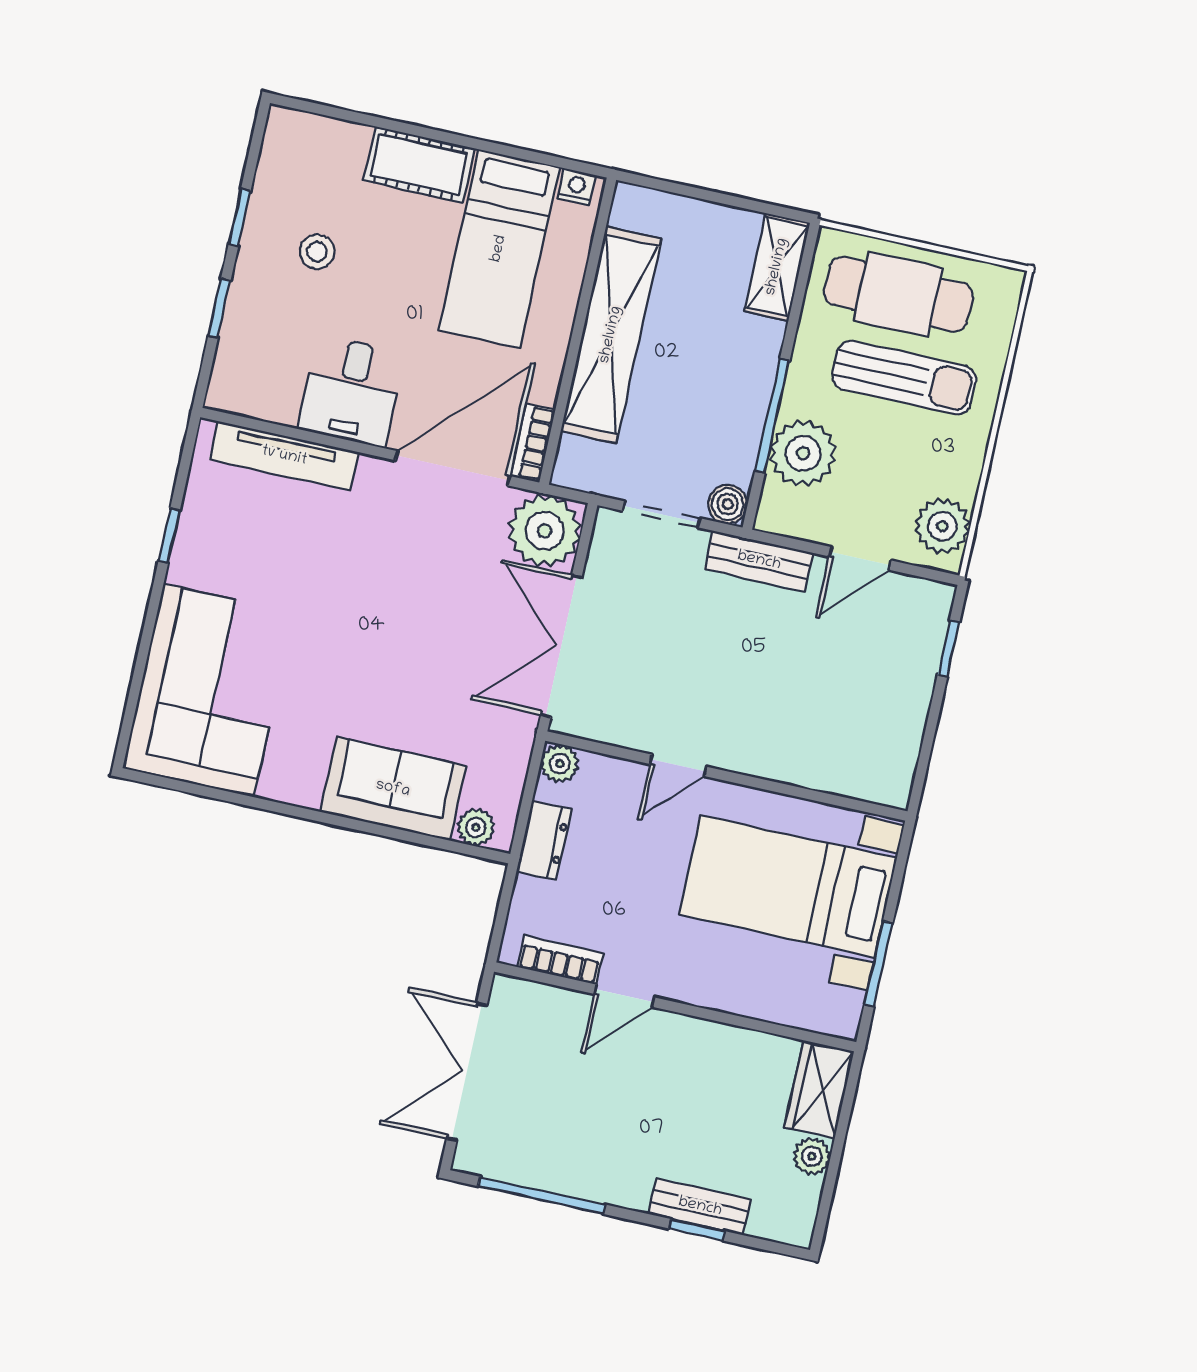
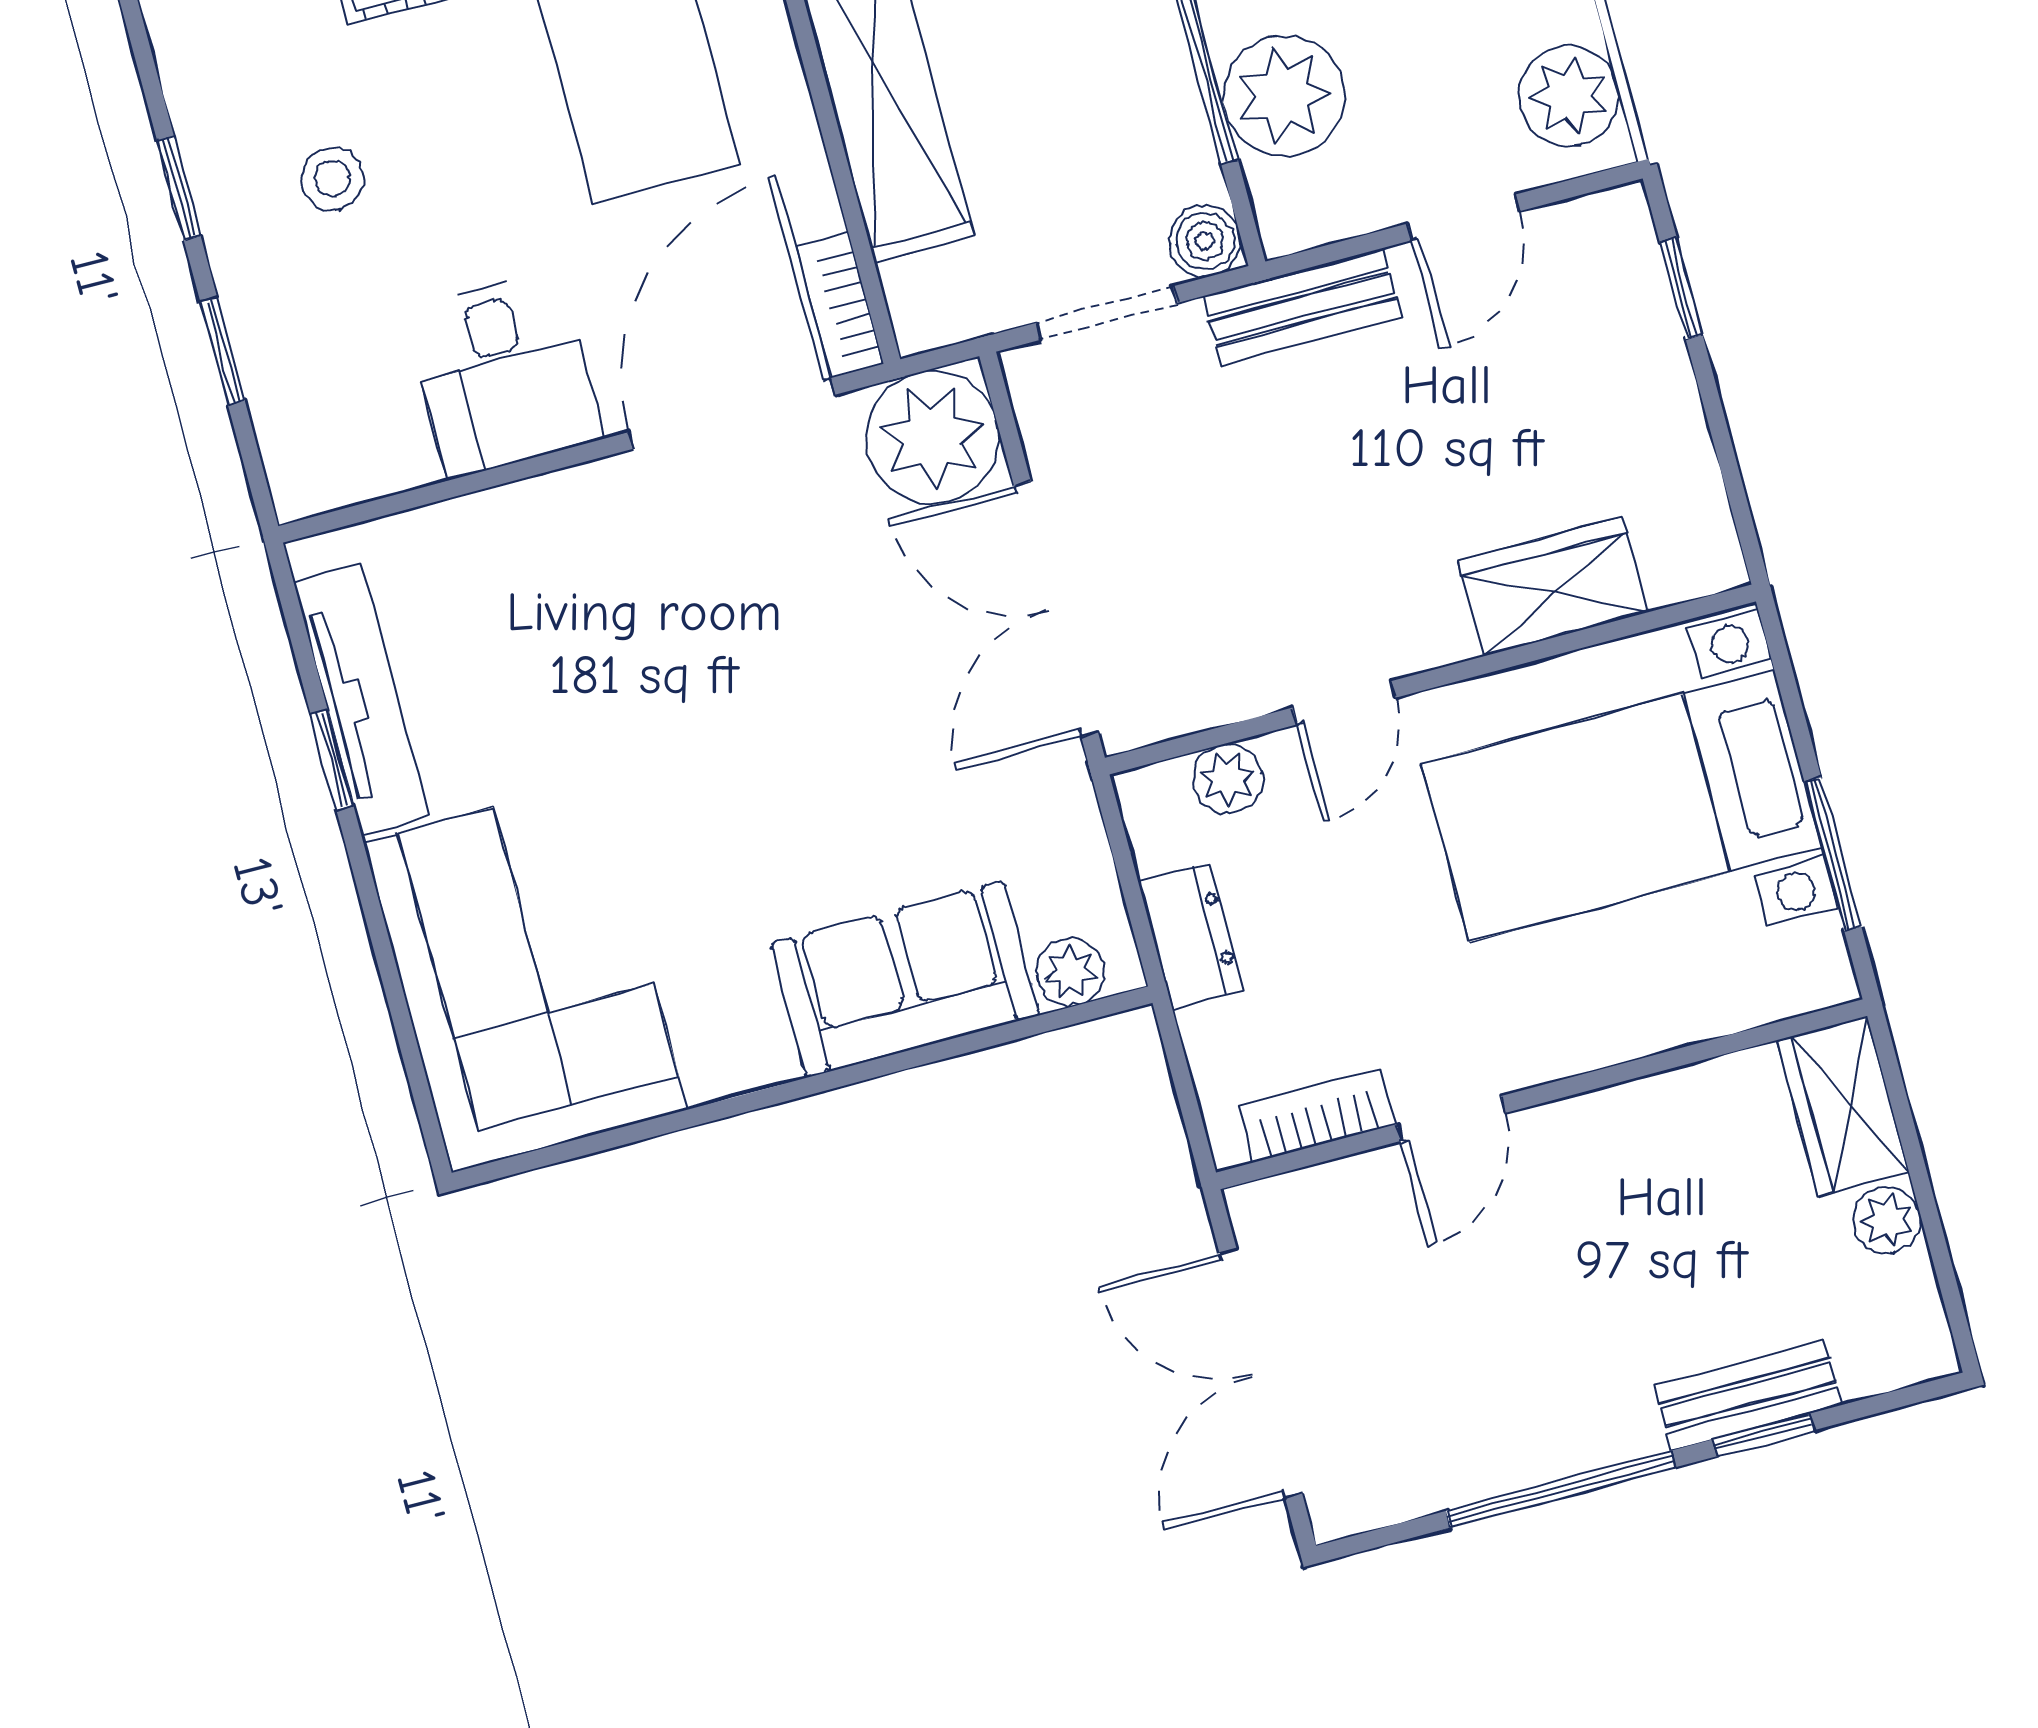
tv unit: (284, 456) -> (362, 699), moved, turned -90
wardrobe: (810, 762) -> (1553, 587), added
plant: (560, 763) -> (1228, 779), moved
window: (542, 1195) -> (1561, 1489), moved

